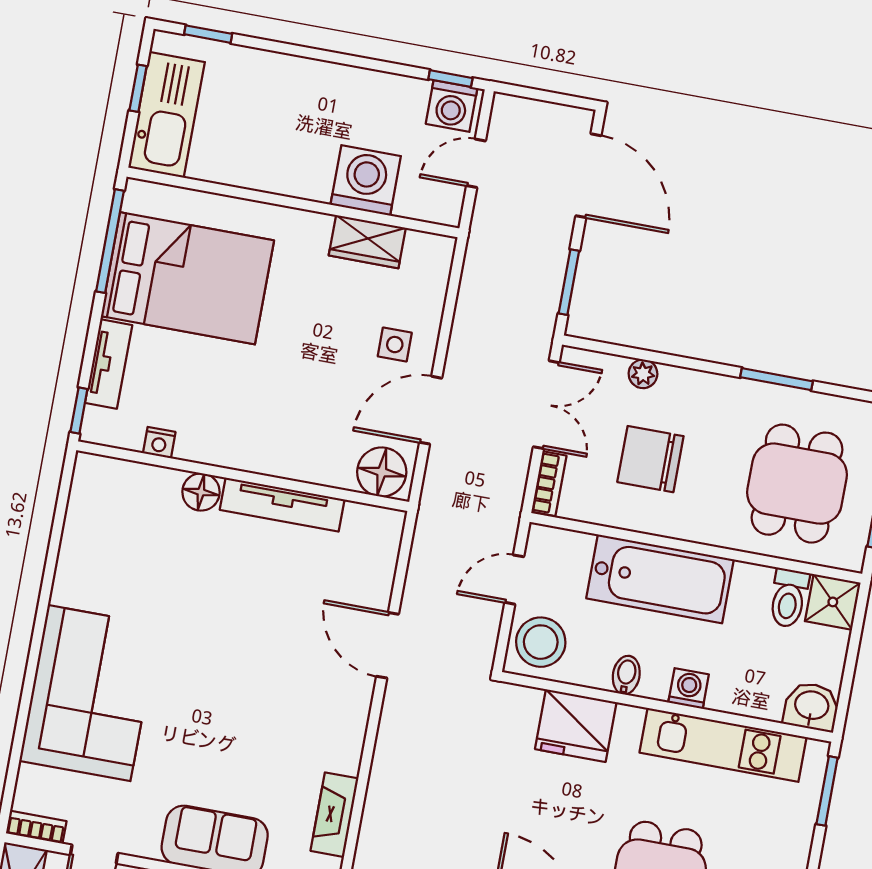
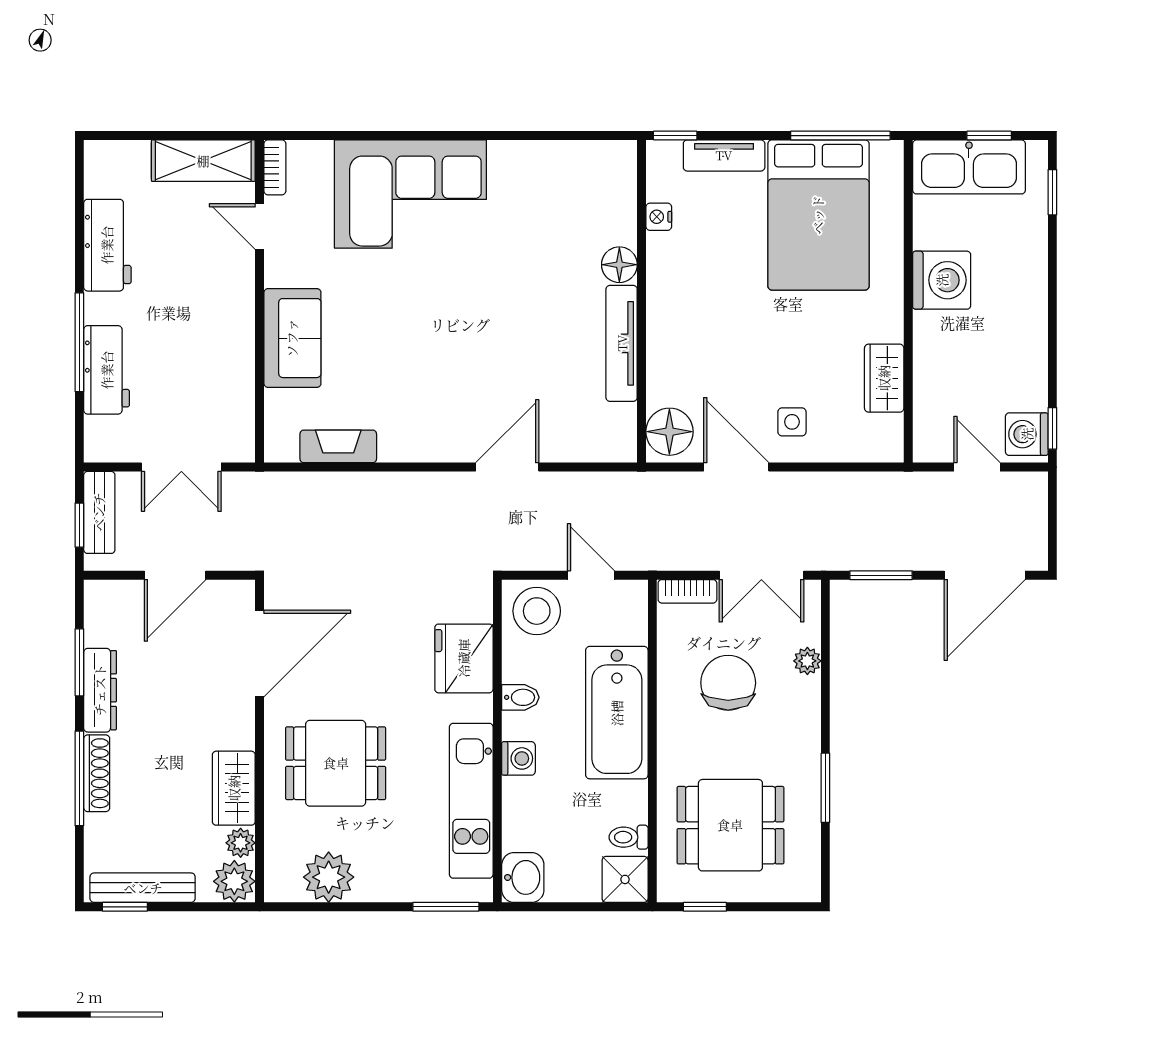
washing machine: (366, 180) -> (942, 280), moved
toilet: (789, 598) -> (629, 837), width x0.73, depth x0.72

